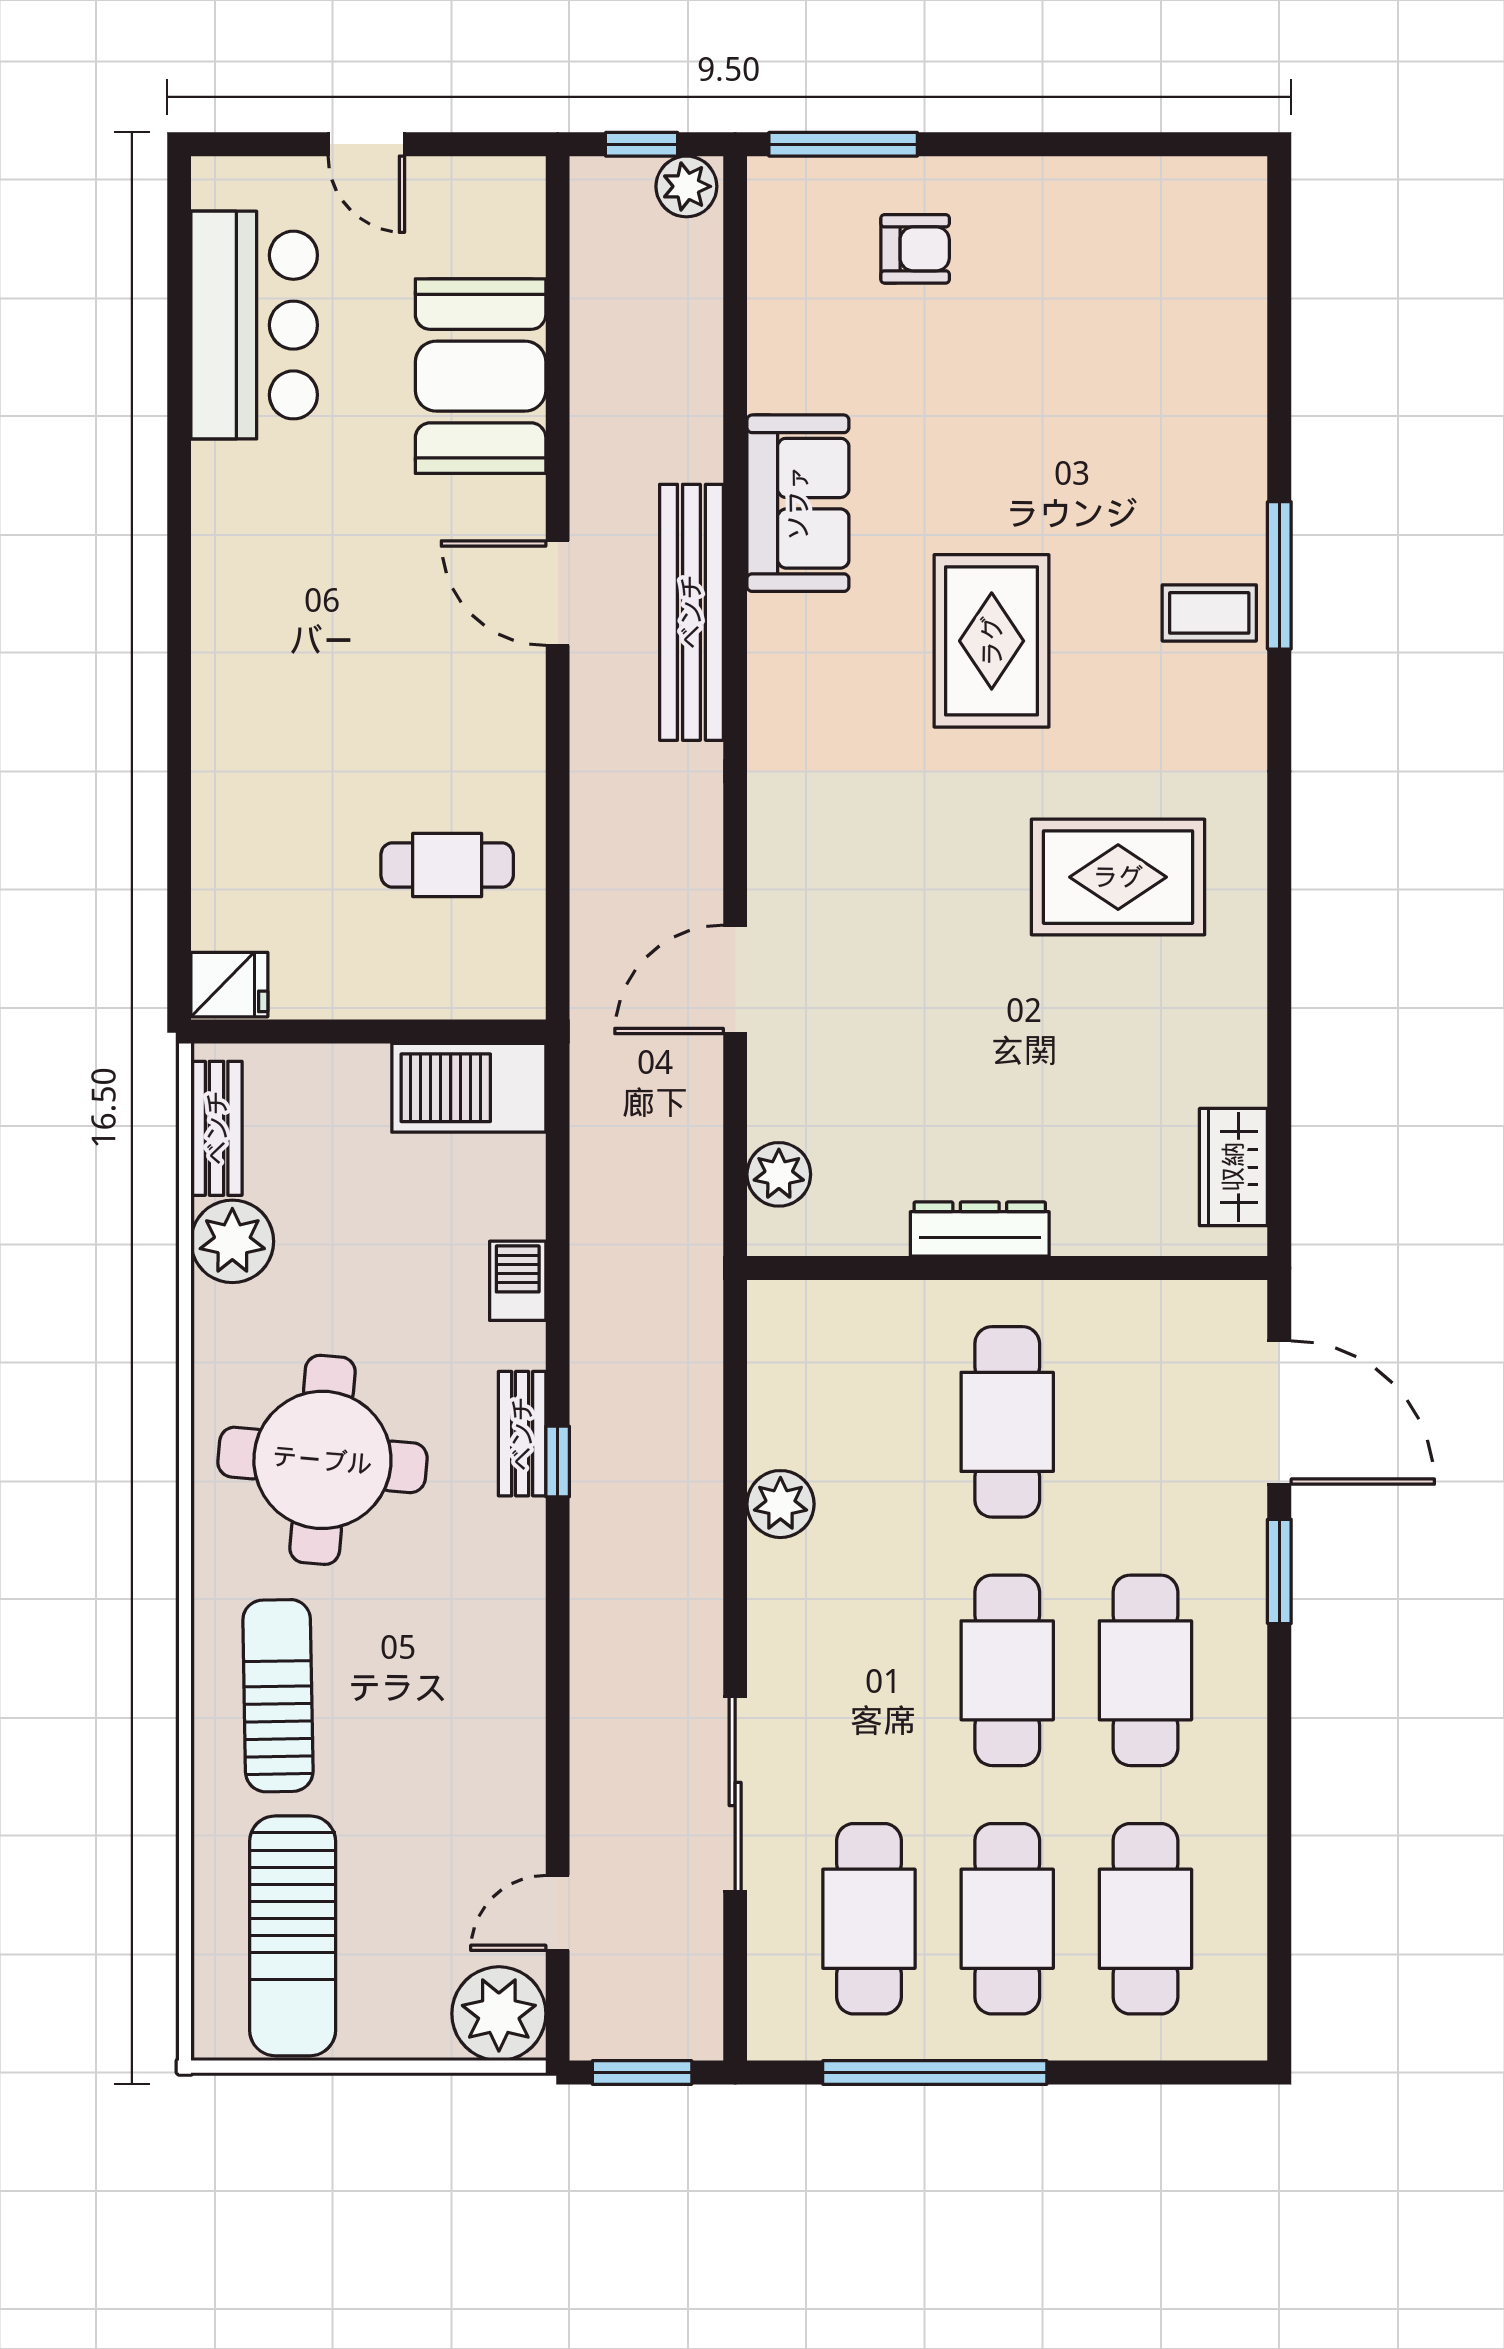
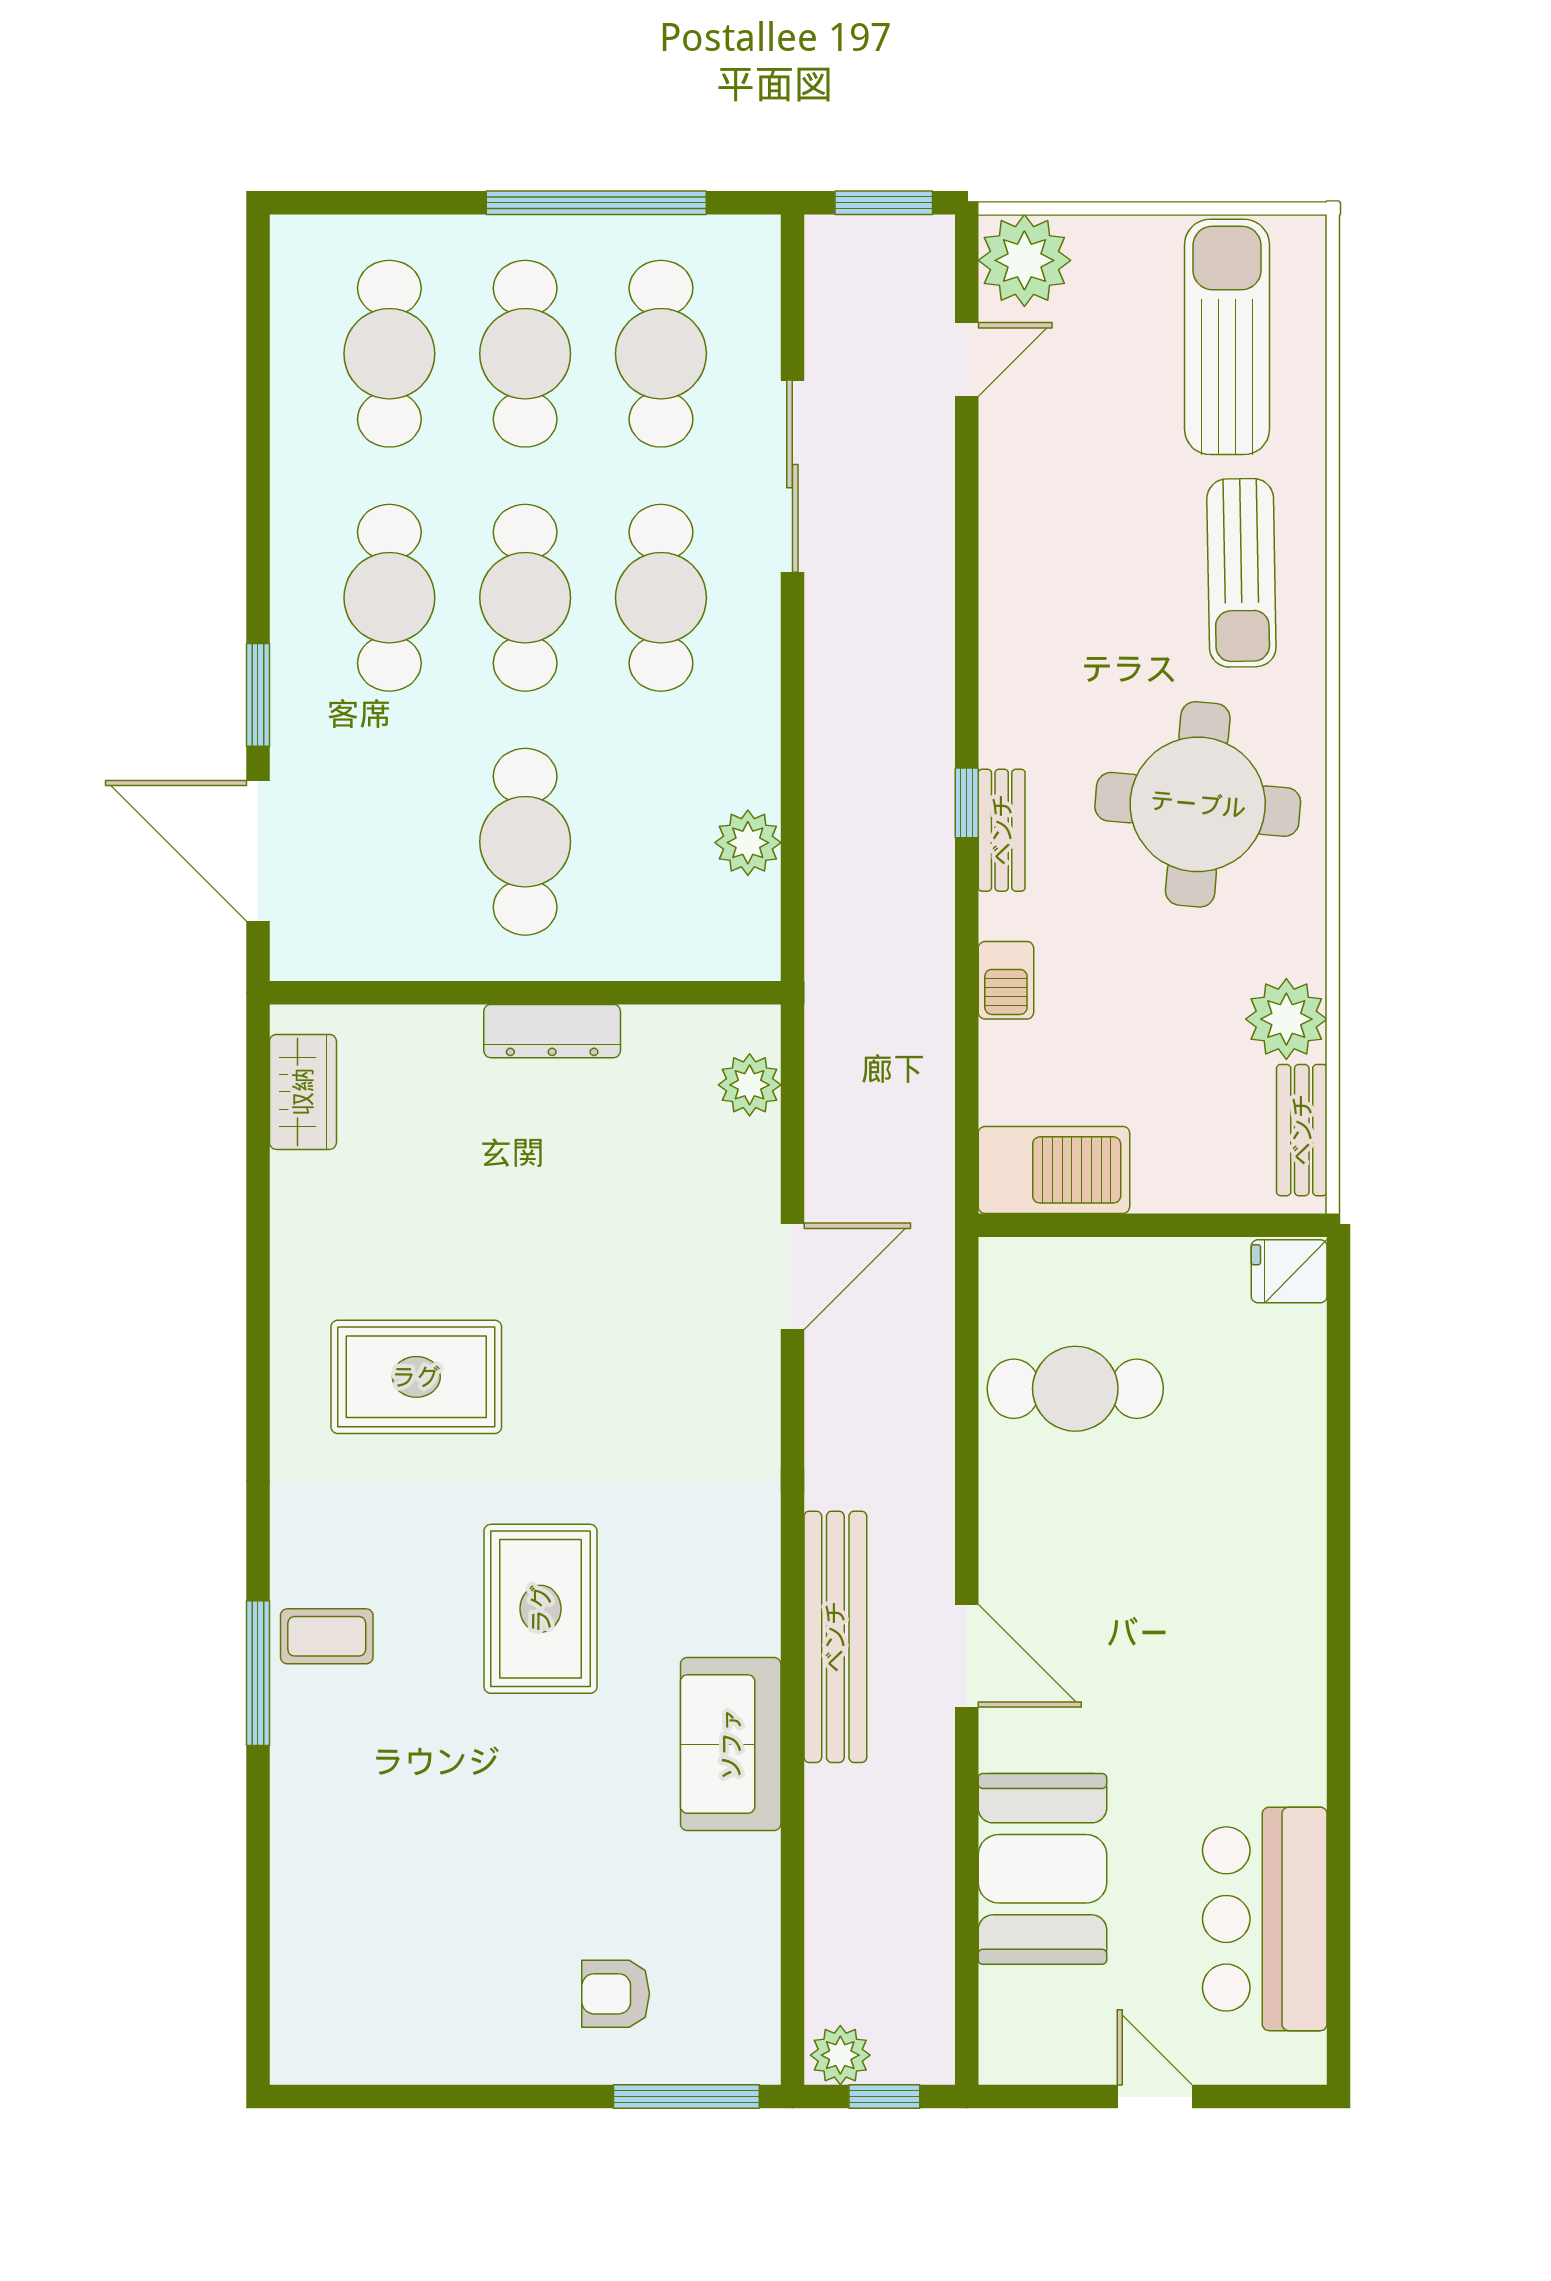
cafe table: (447, 865) -> (1075, 1389), width x1.37, depth x1.35
plant: (780, 1504) -> (748, 843), moved
cafe table: (869, 1670) -> (661, 598), added

